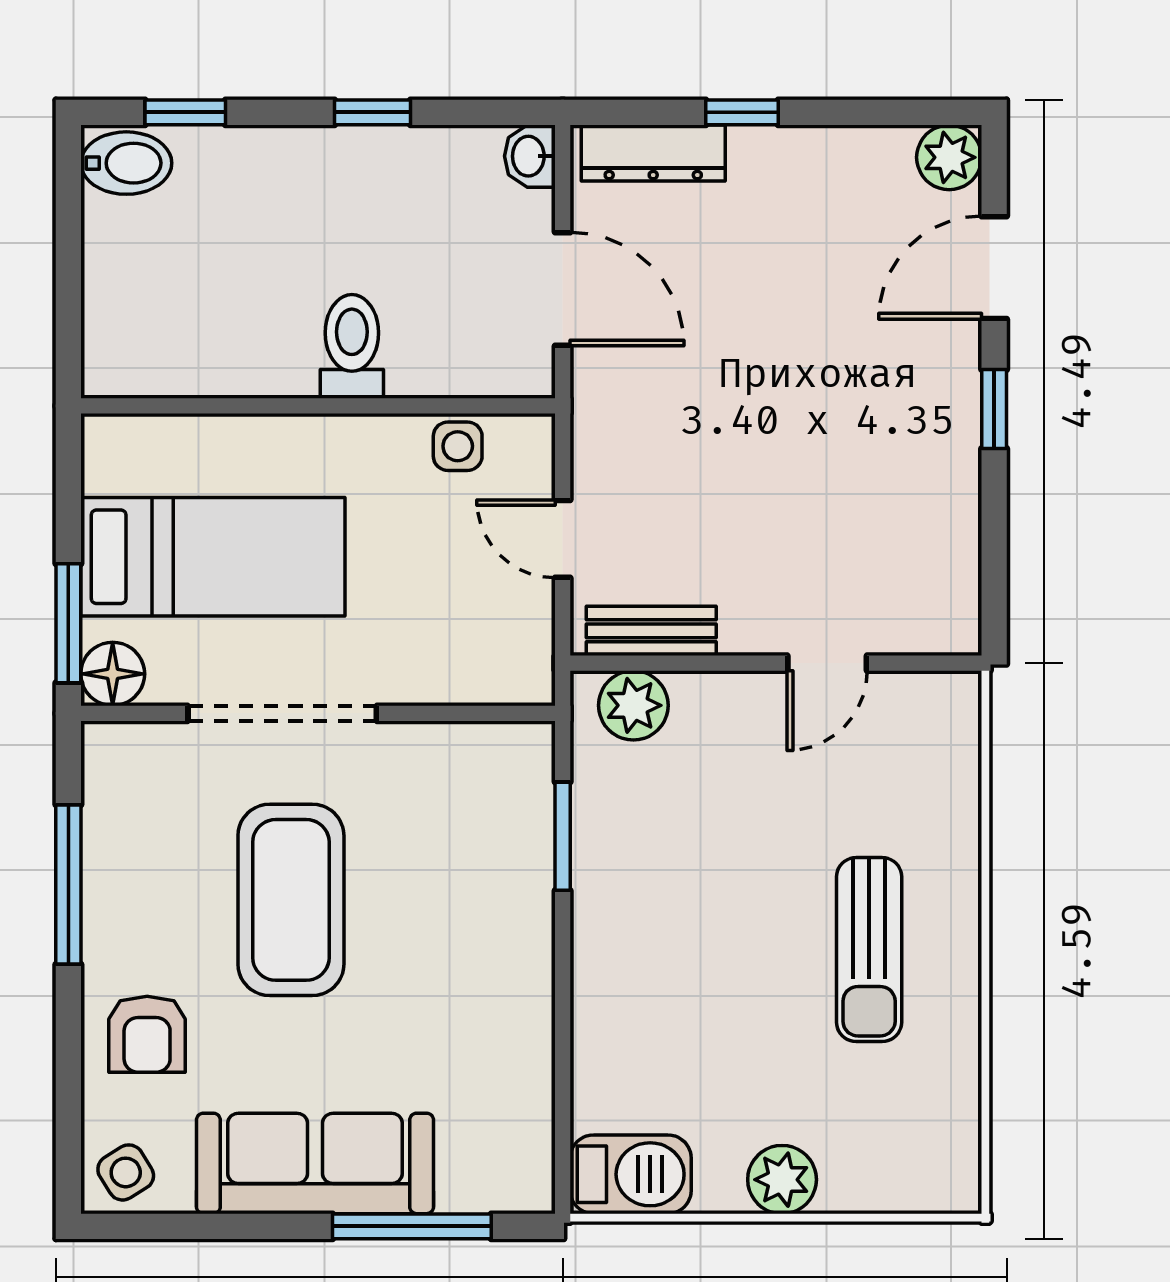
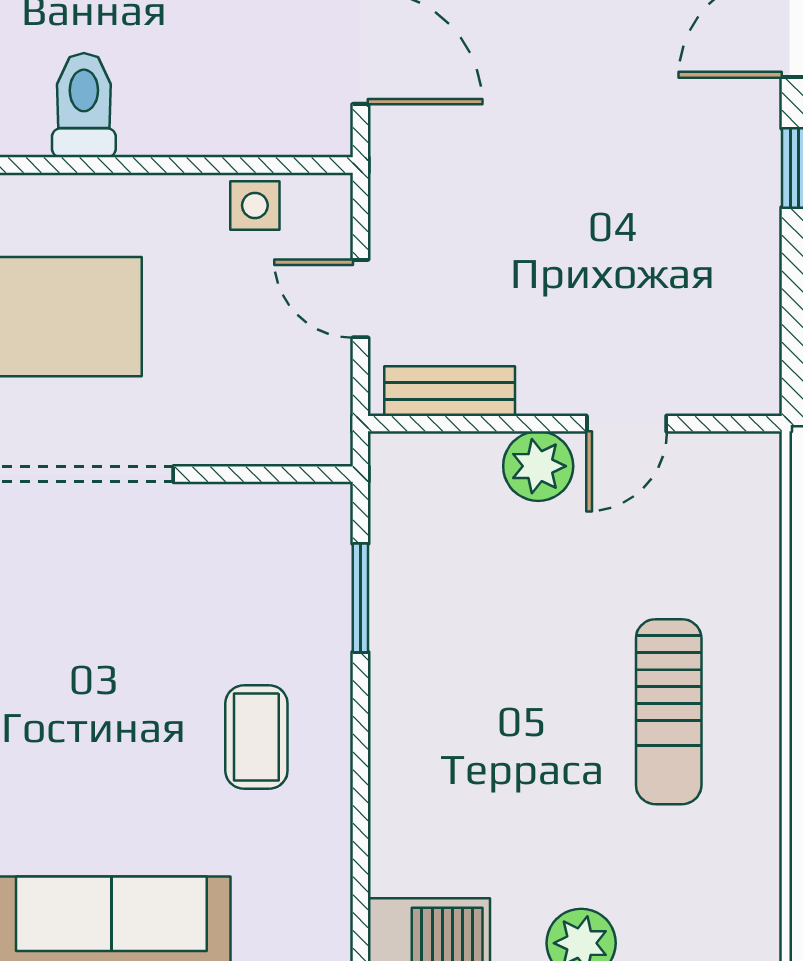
toilet: (352, 346) -> (84, 105), moved
plant: (633, 705) -> (538, 466), moved
coffee table: (291, 900) -> (256, 737), moved, width x0.54, depth x0.58

